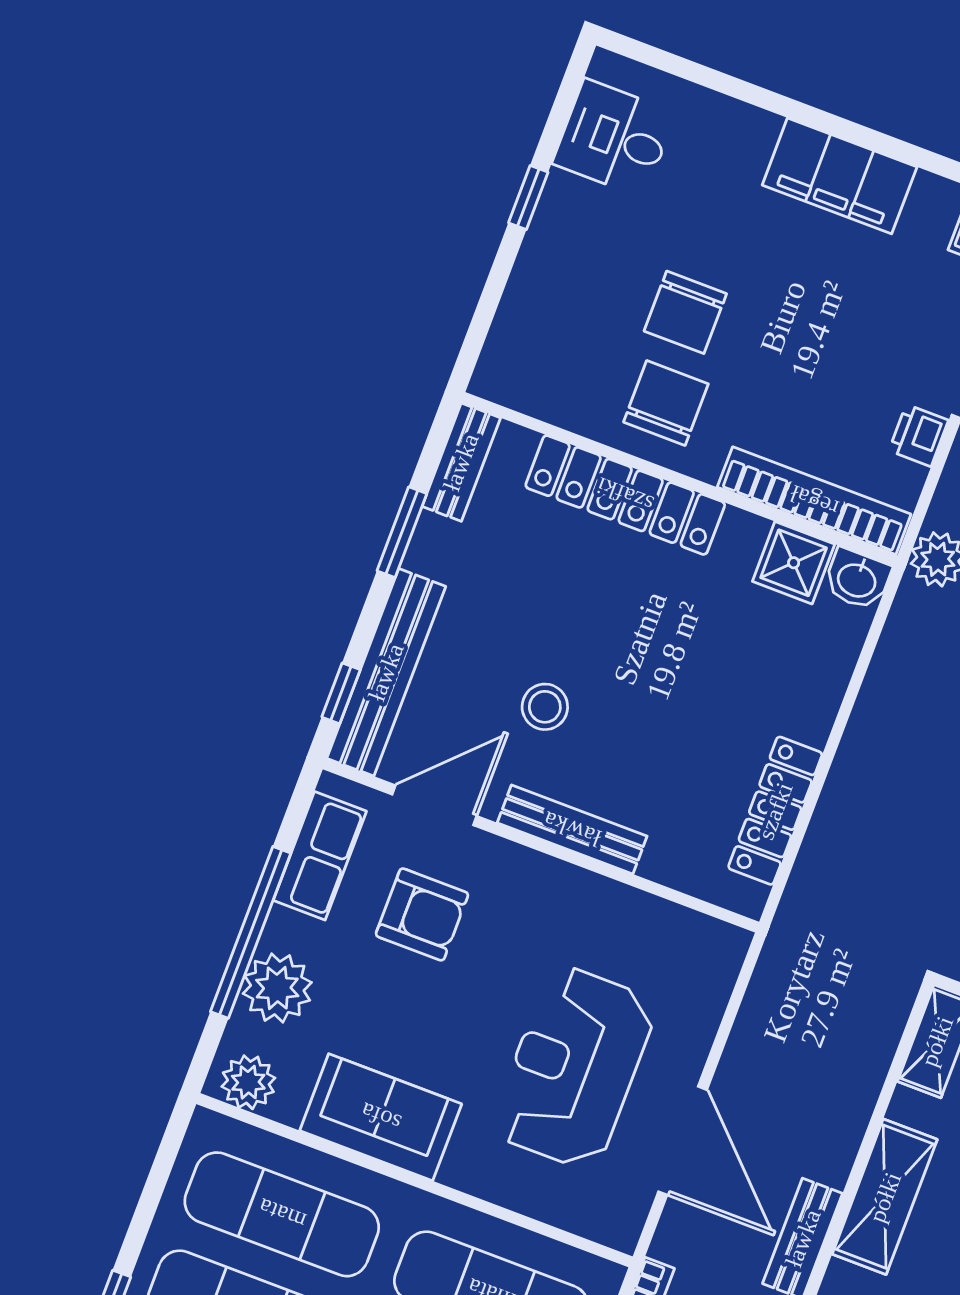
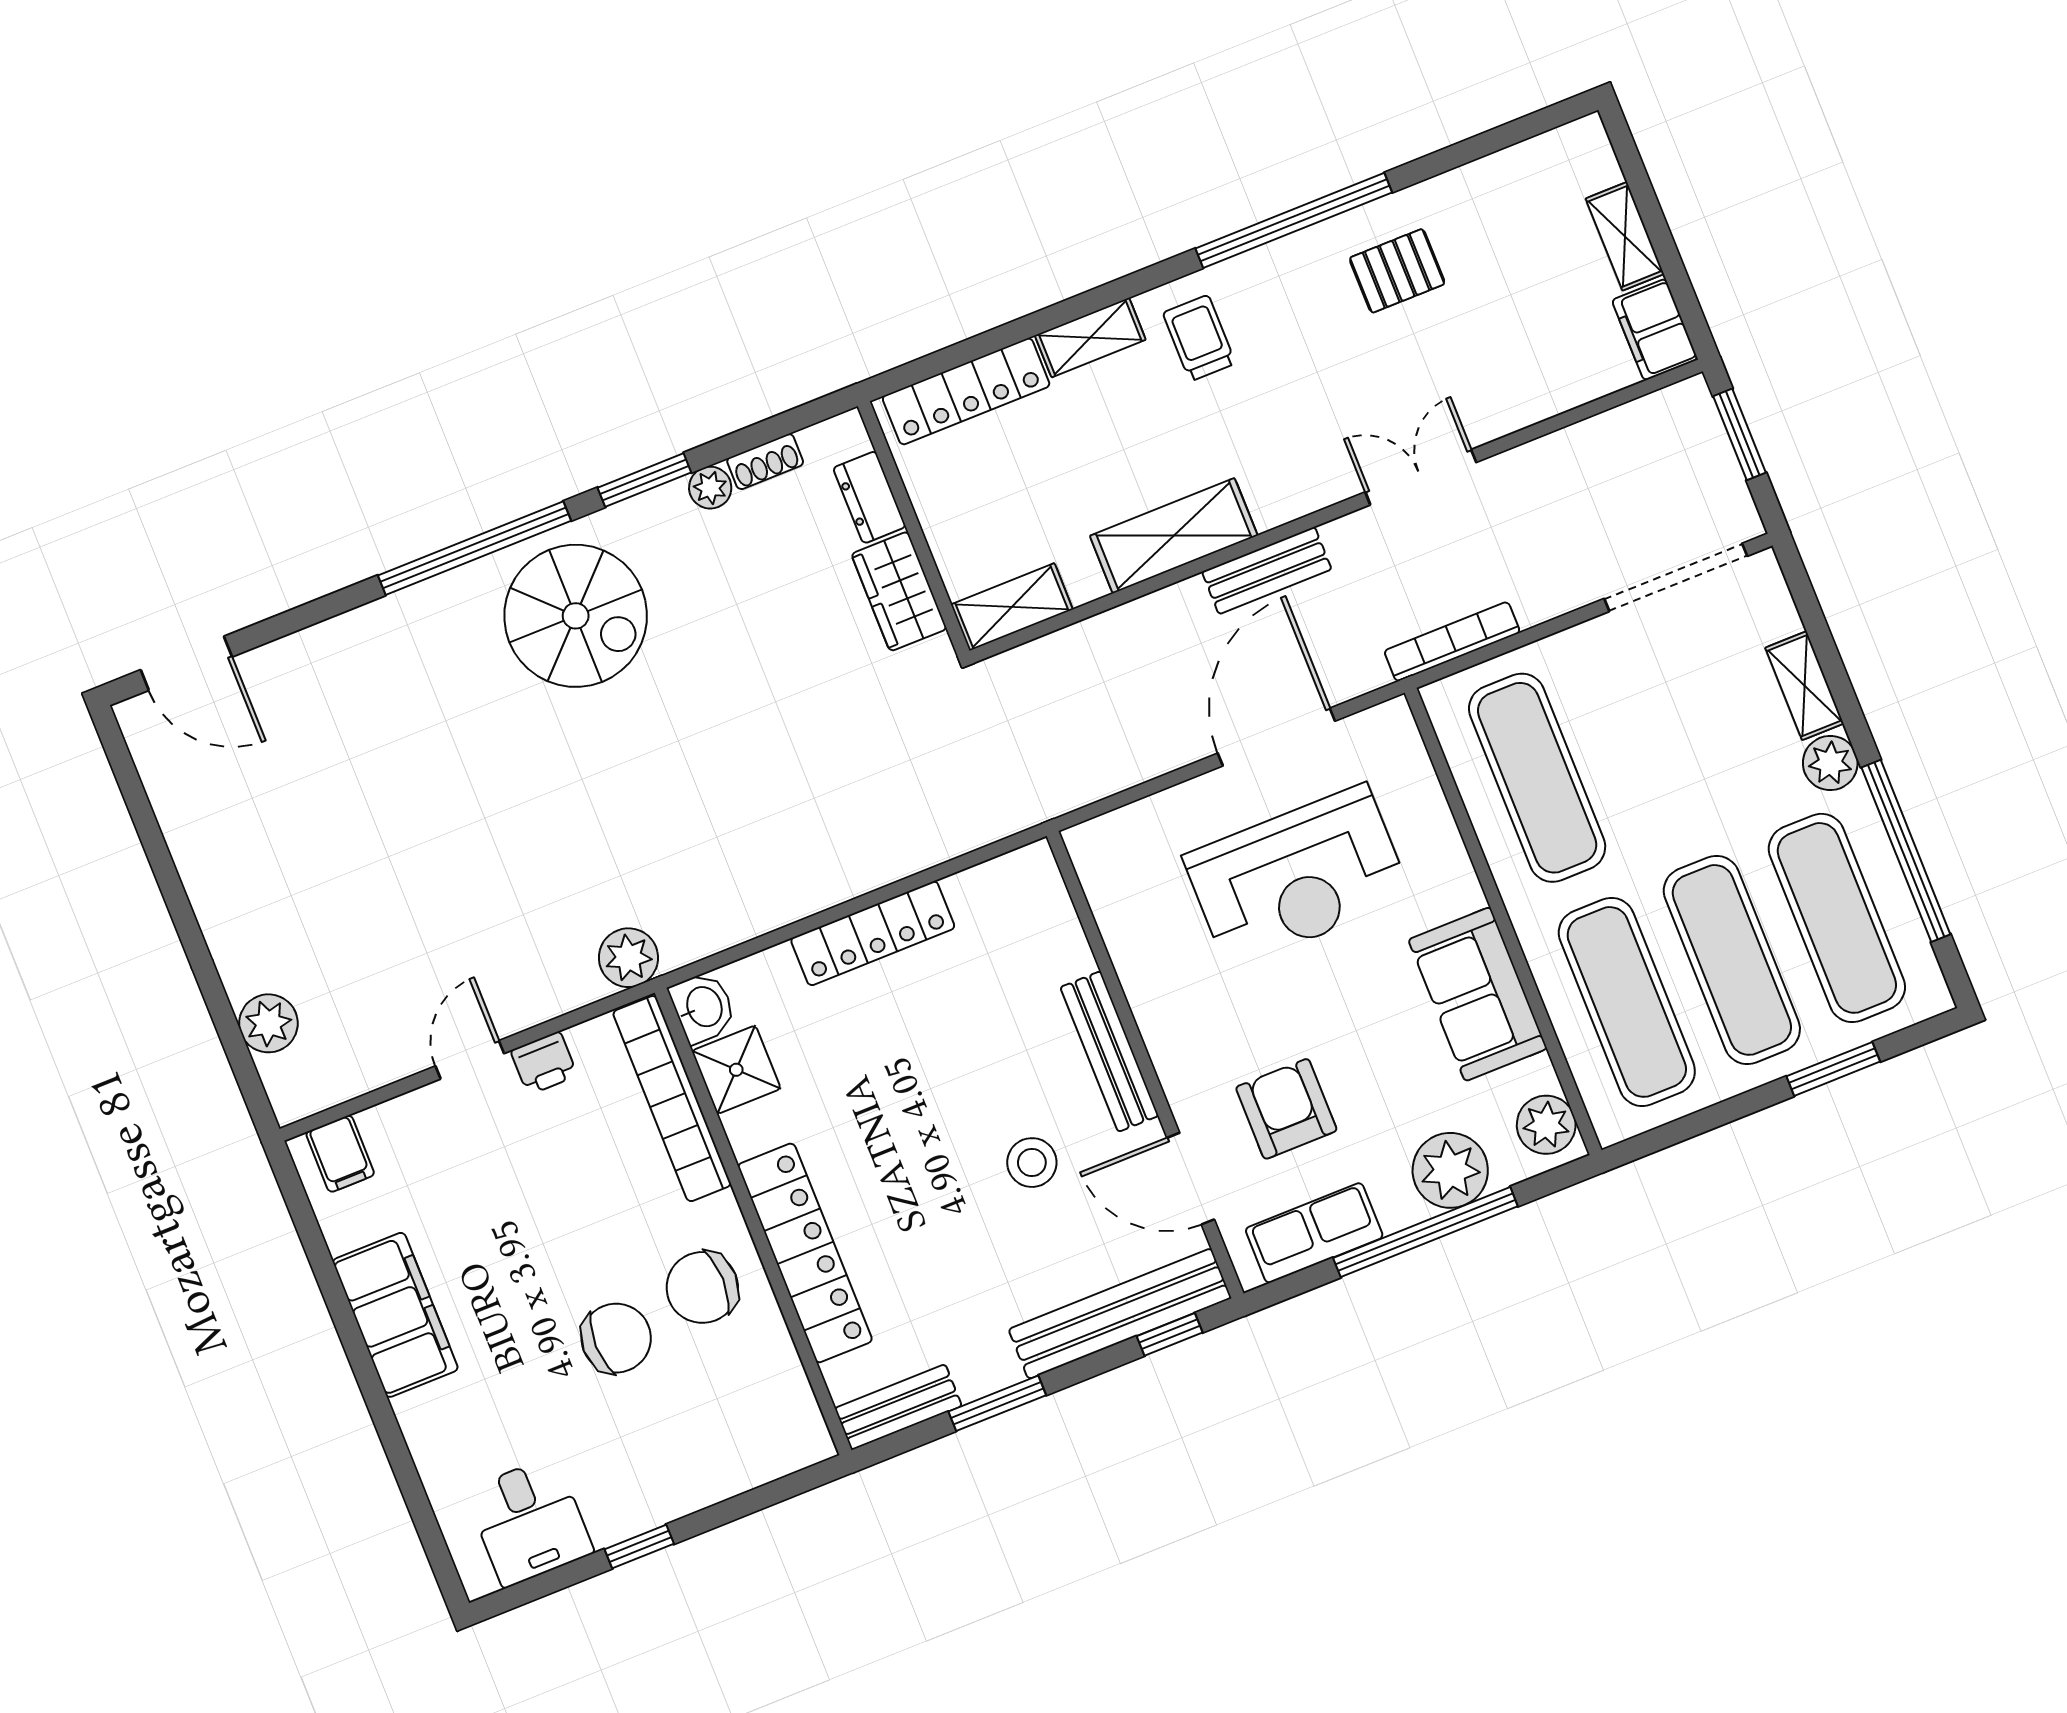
locker: (775, 811) -> (873, 933), moved

